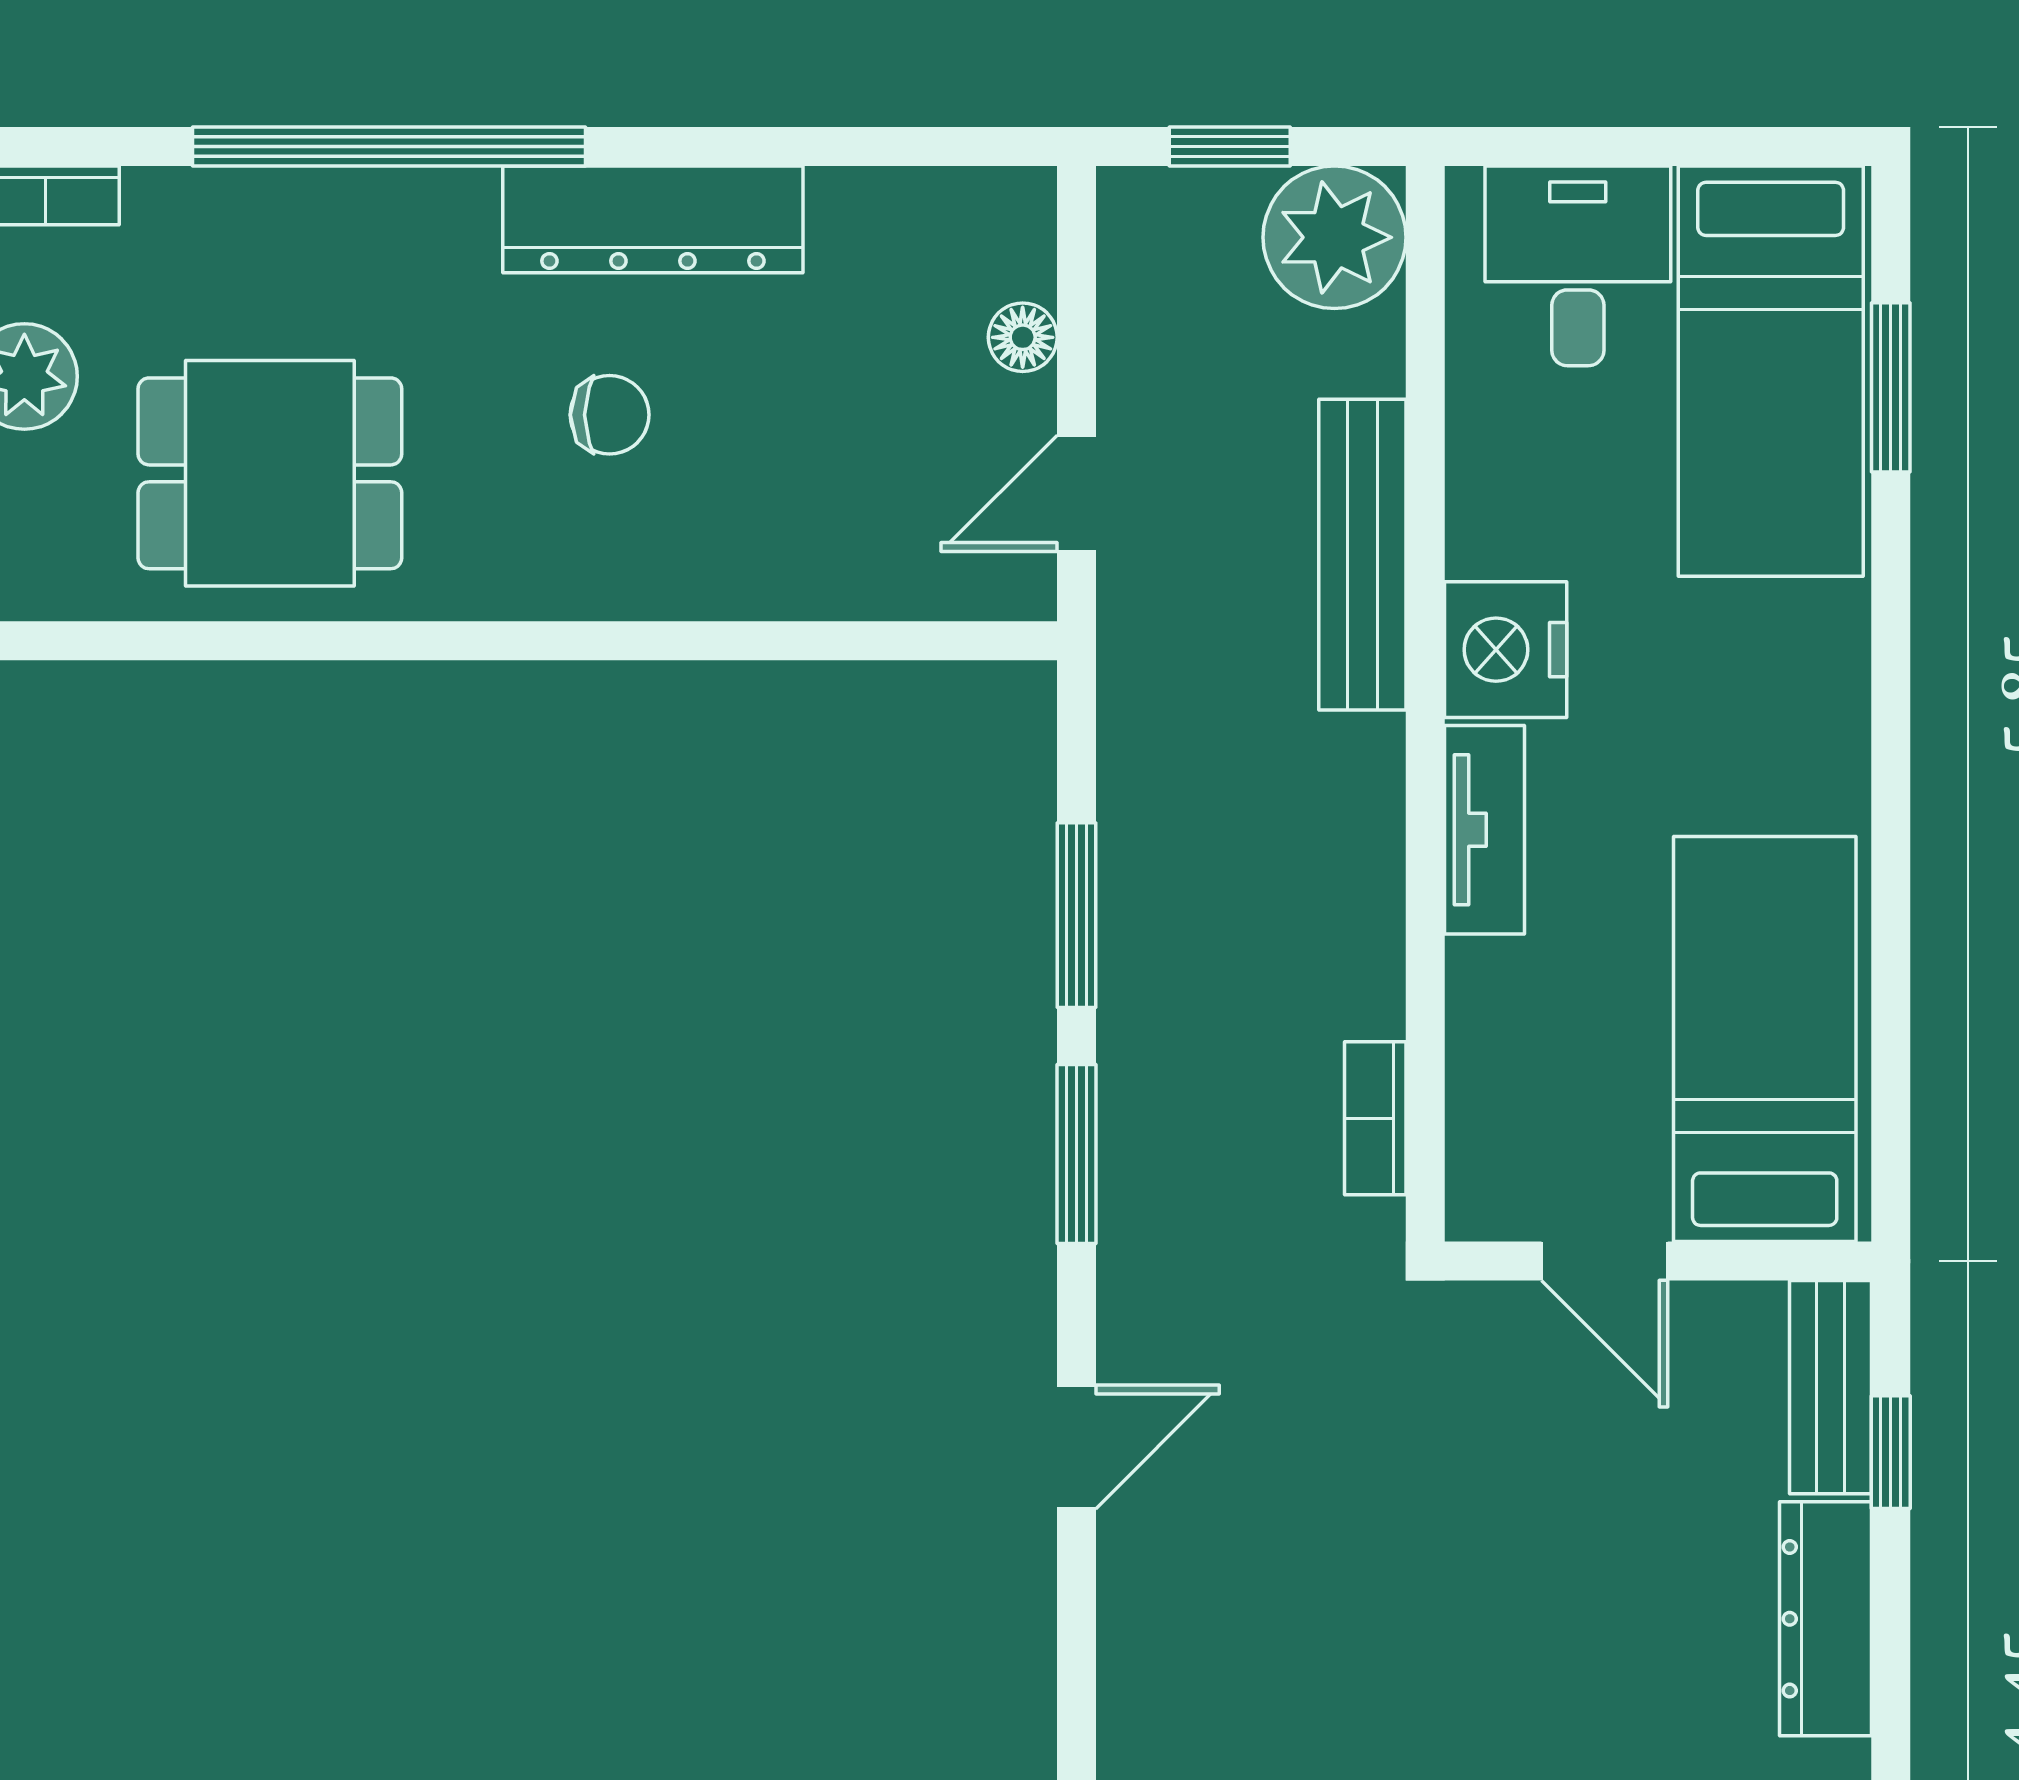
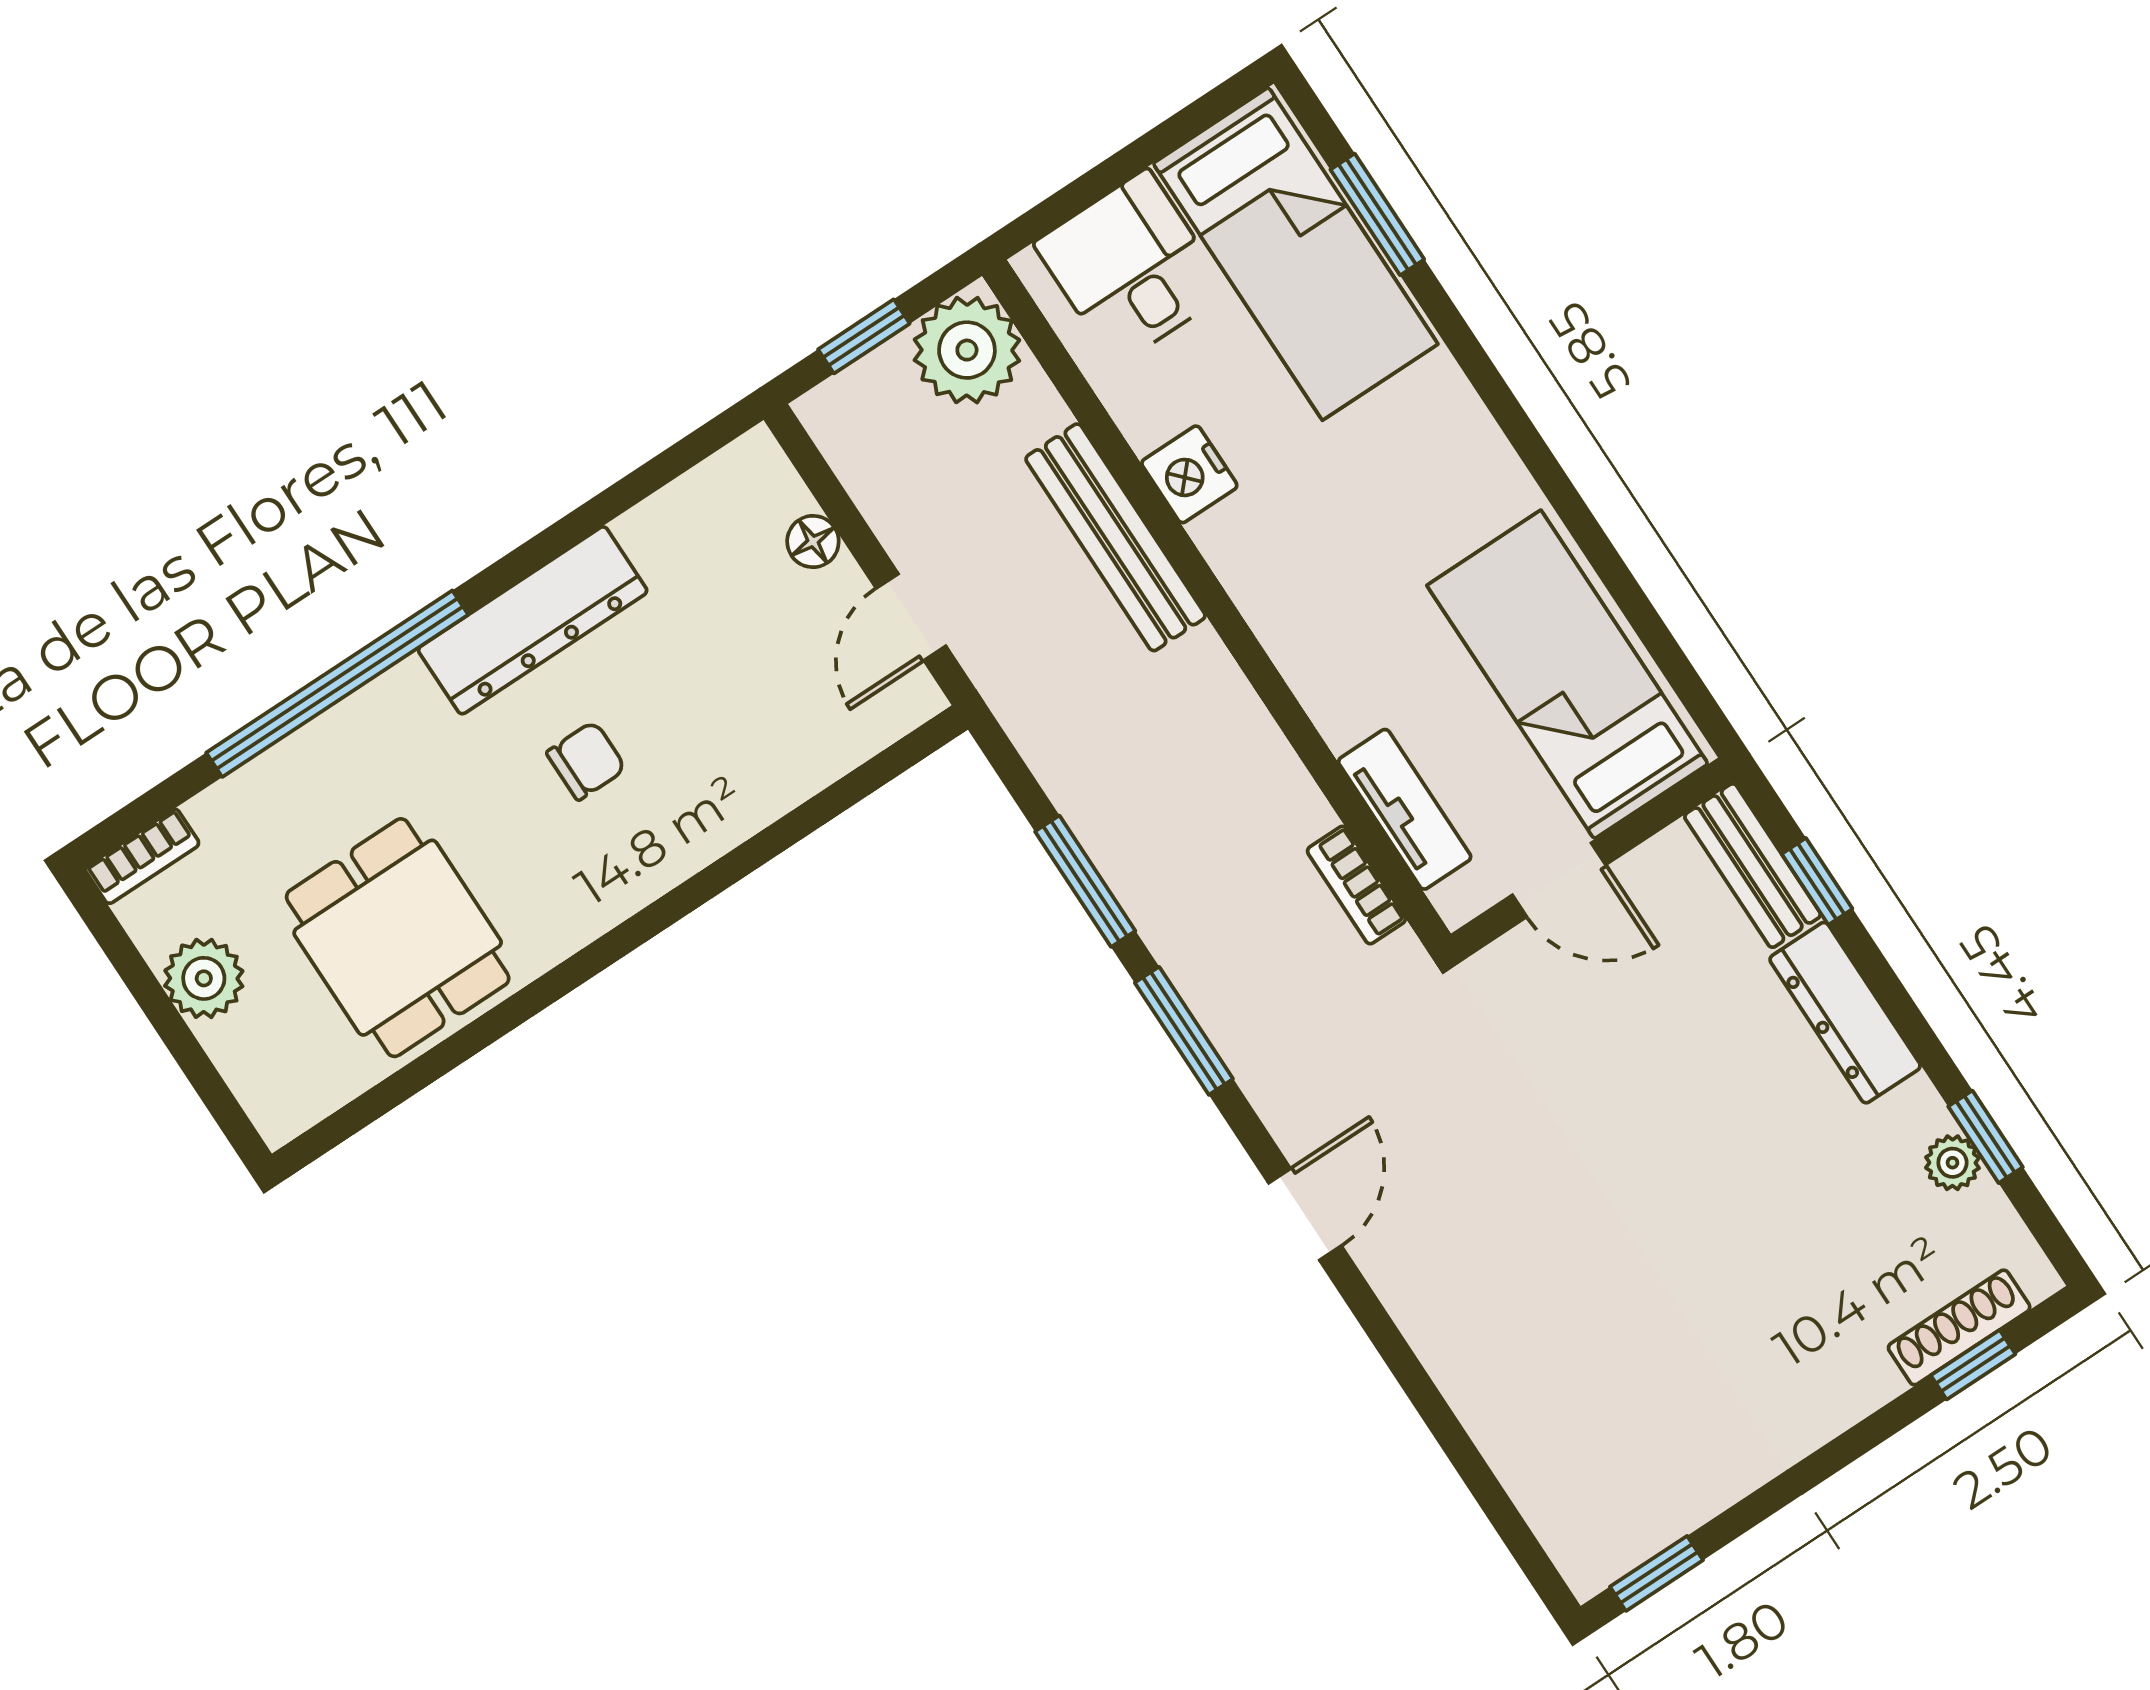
dining table: (270, 473) -> (398, 938), turned 90
nightstand: (1506, 650) -> (1189, 474), moved, width x0.74, depth x0.75
tv unit: (1485, 830) -> (1405, 809), moved

